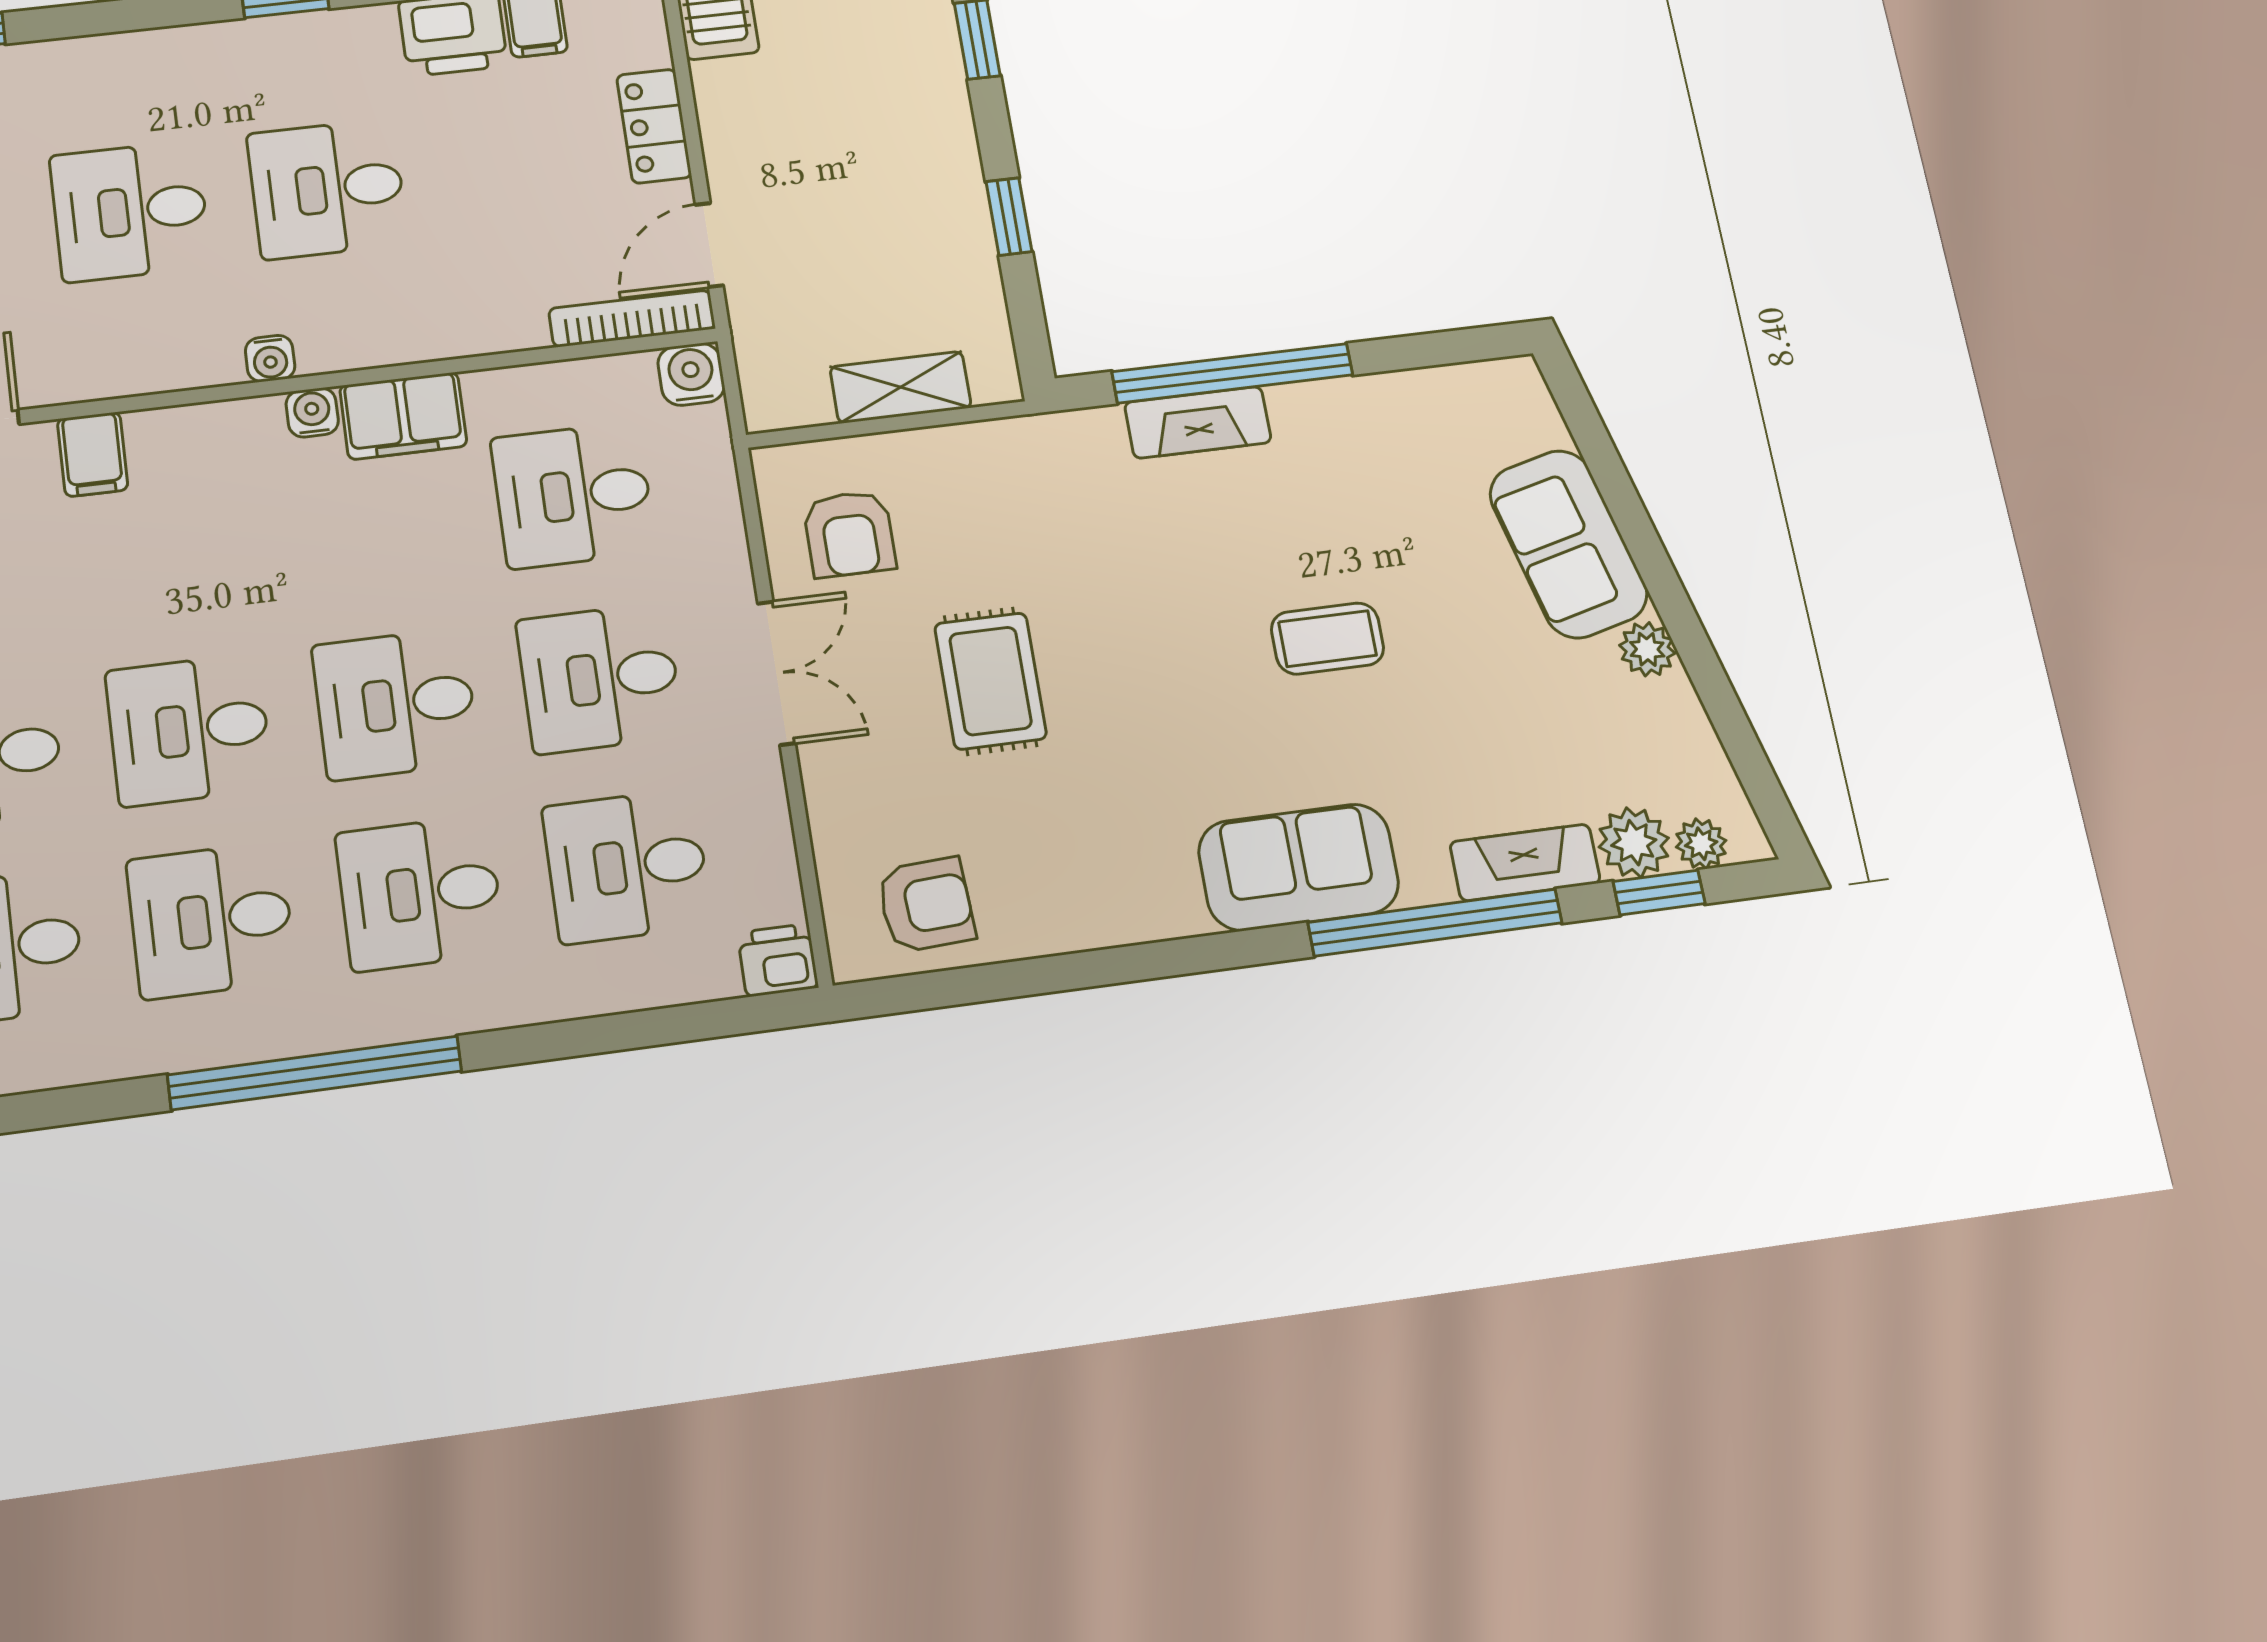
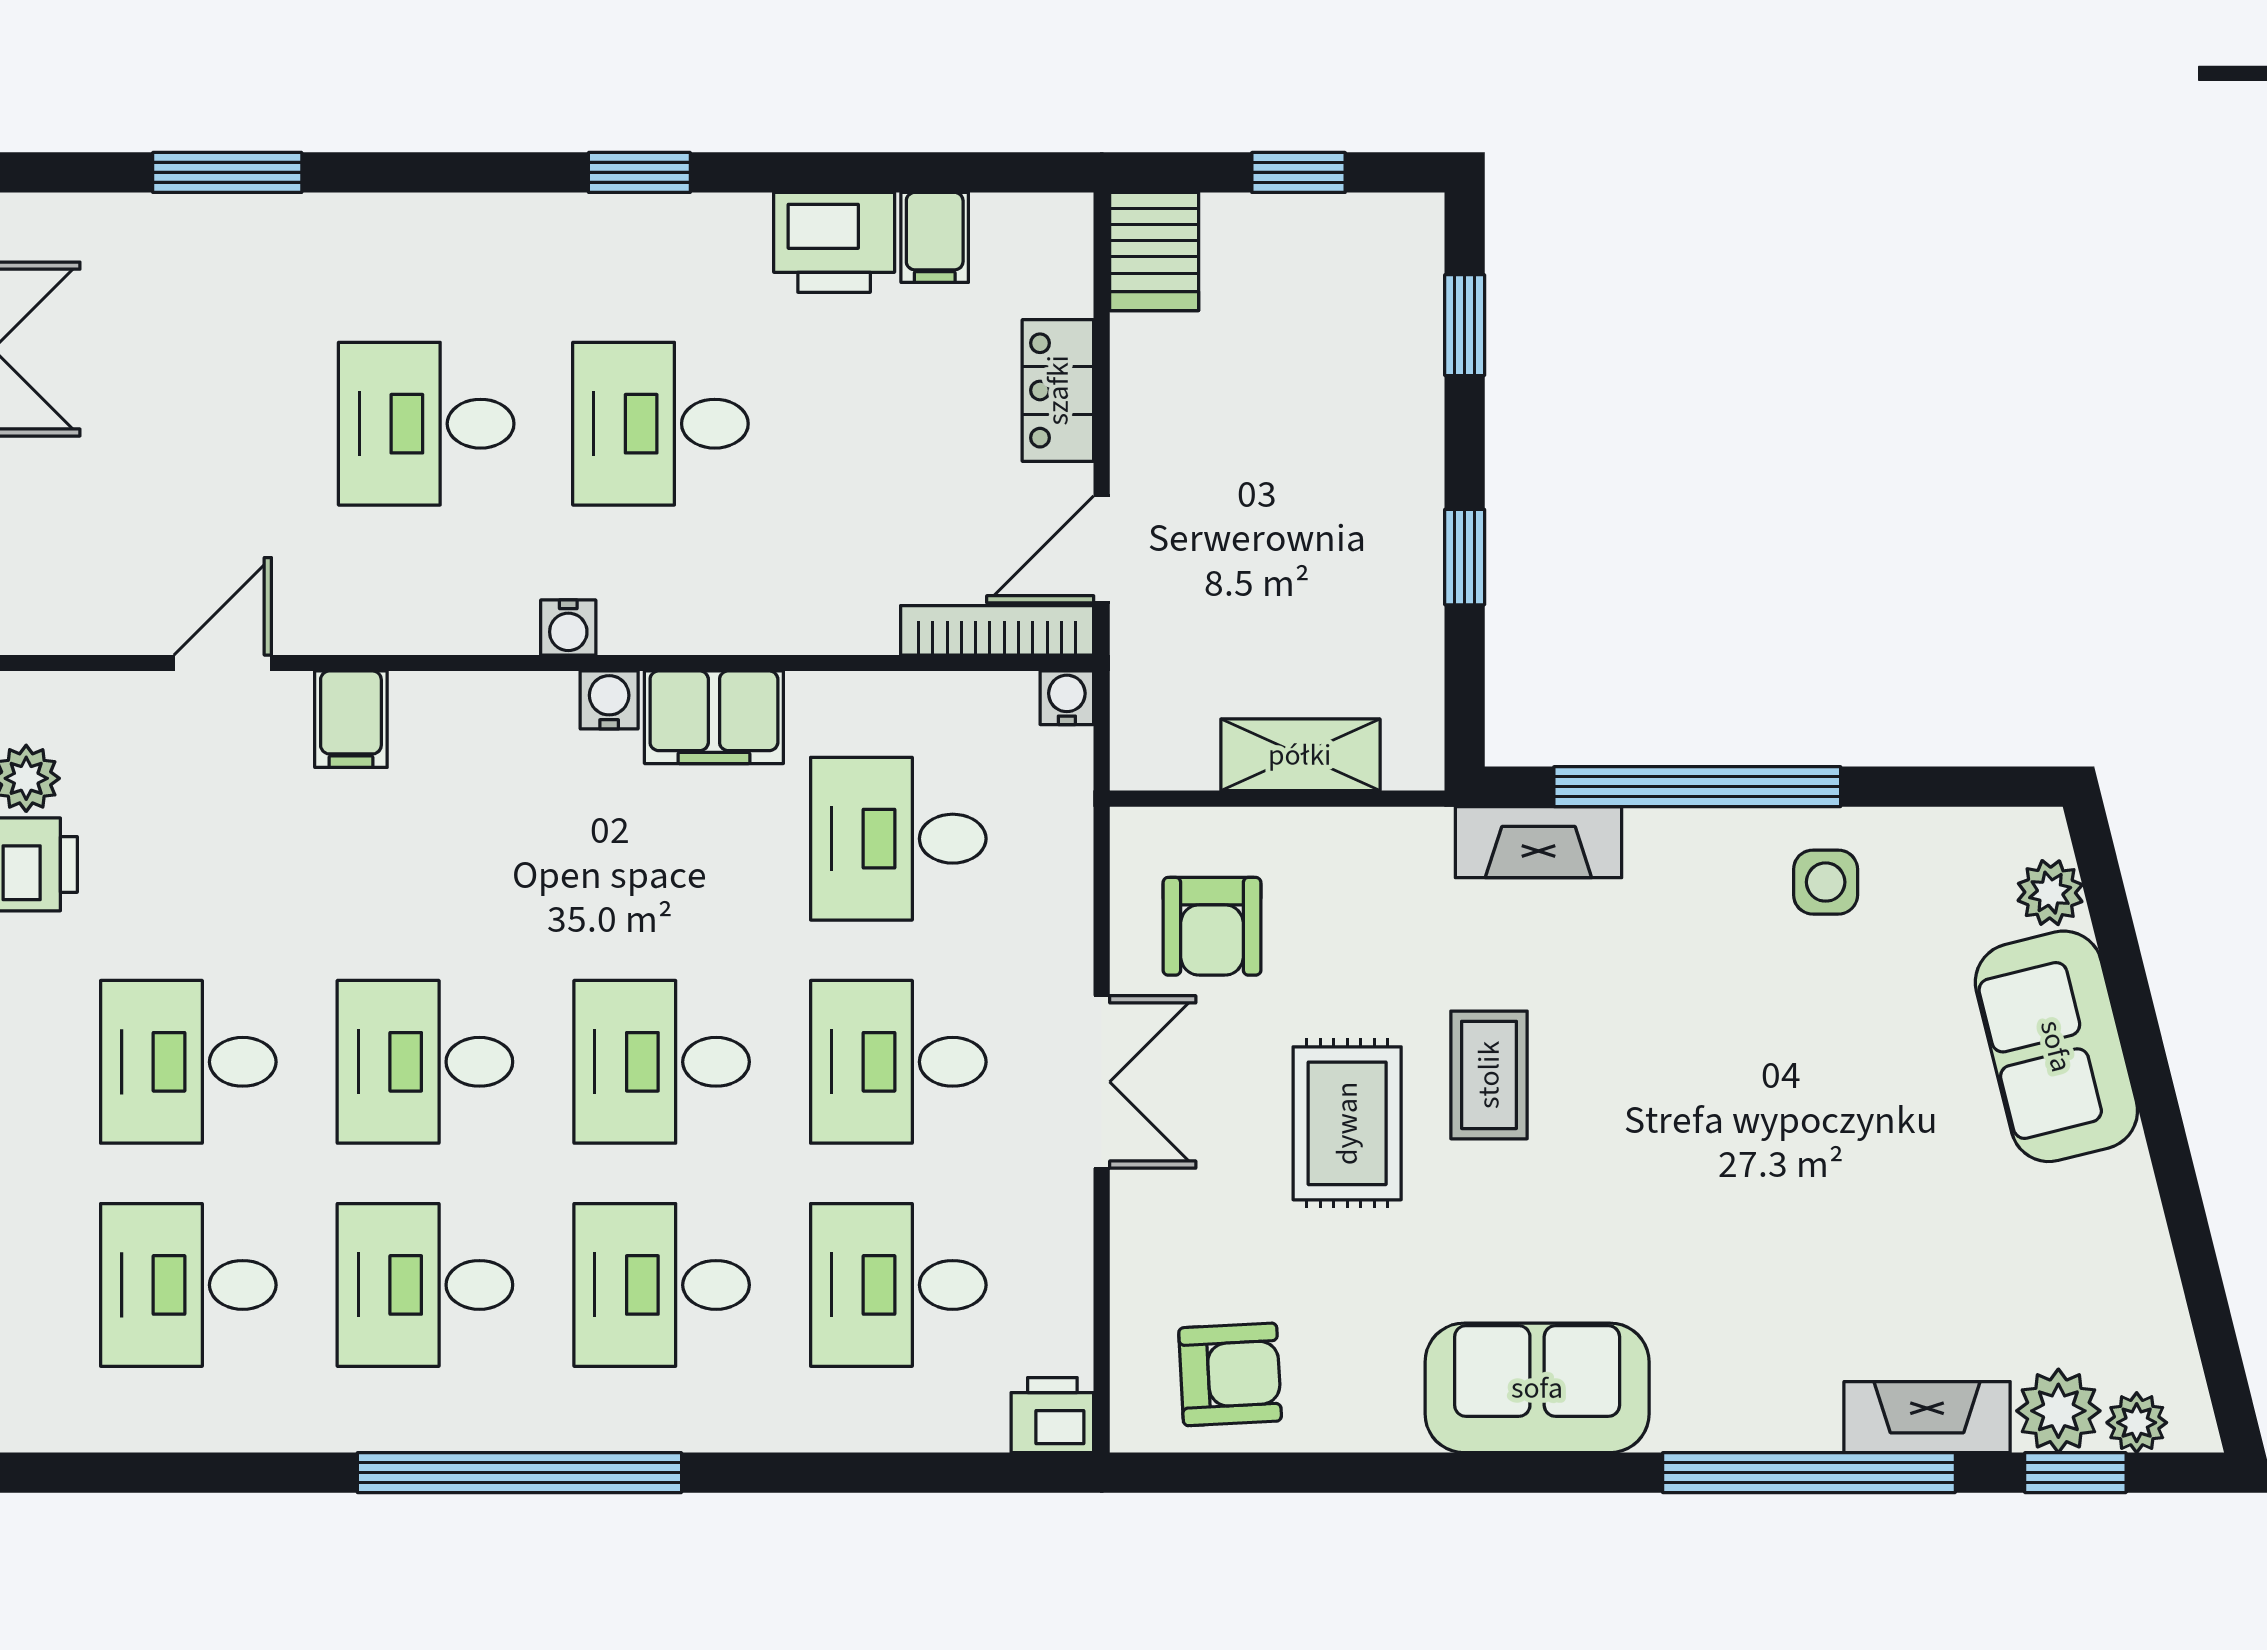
water cooler: (691, 374) -> (1067, 698), width x0.72, depth x0.72
fireplace: (1198, 422) -> (1538, 842), moved
side table: (1352, 436) -> (1826, 882), added
coffee table: (1327, 639) -> (1489, 1075), moved, turned 90
plant: (1647, 649) -> (2050, 893), moved
sofa: (1299, 867) -> (1537, 1388), moved

